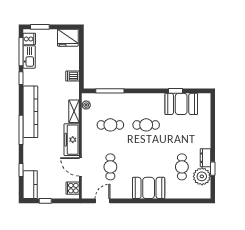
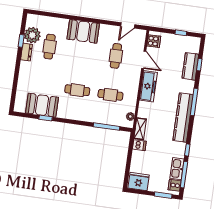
shelving: (74, 111) -> (140, 129), moved
kitchen counter: (30, 185) -> (190, 66), moved

